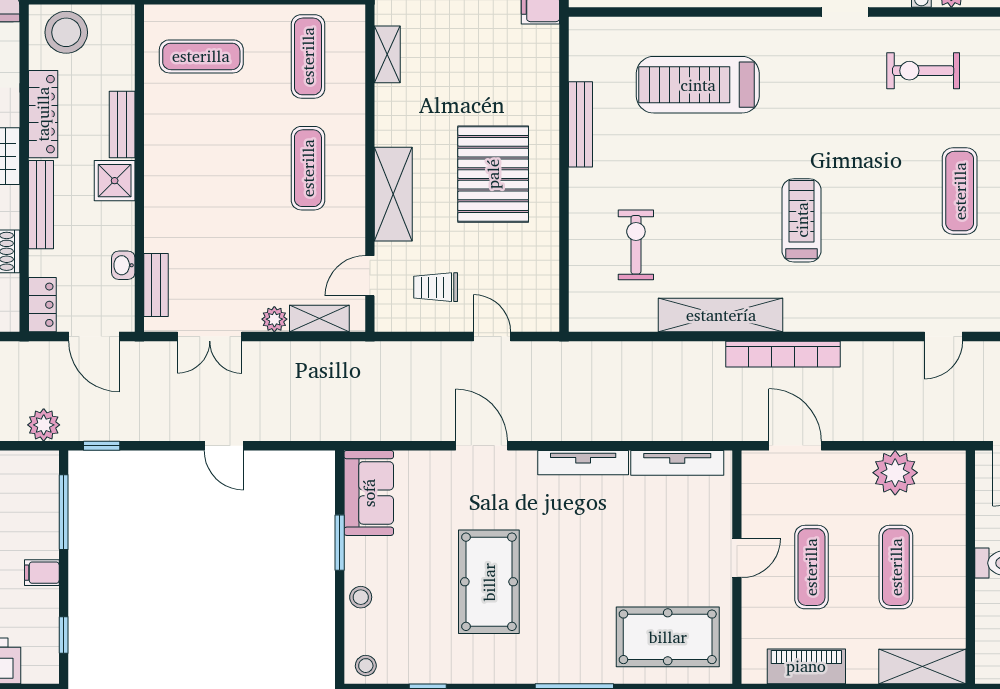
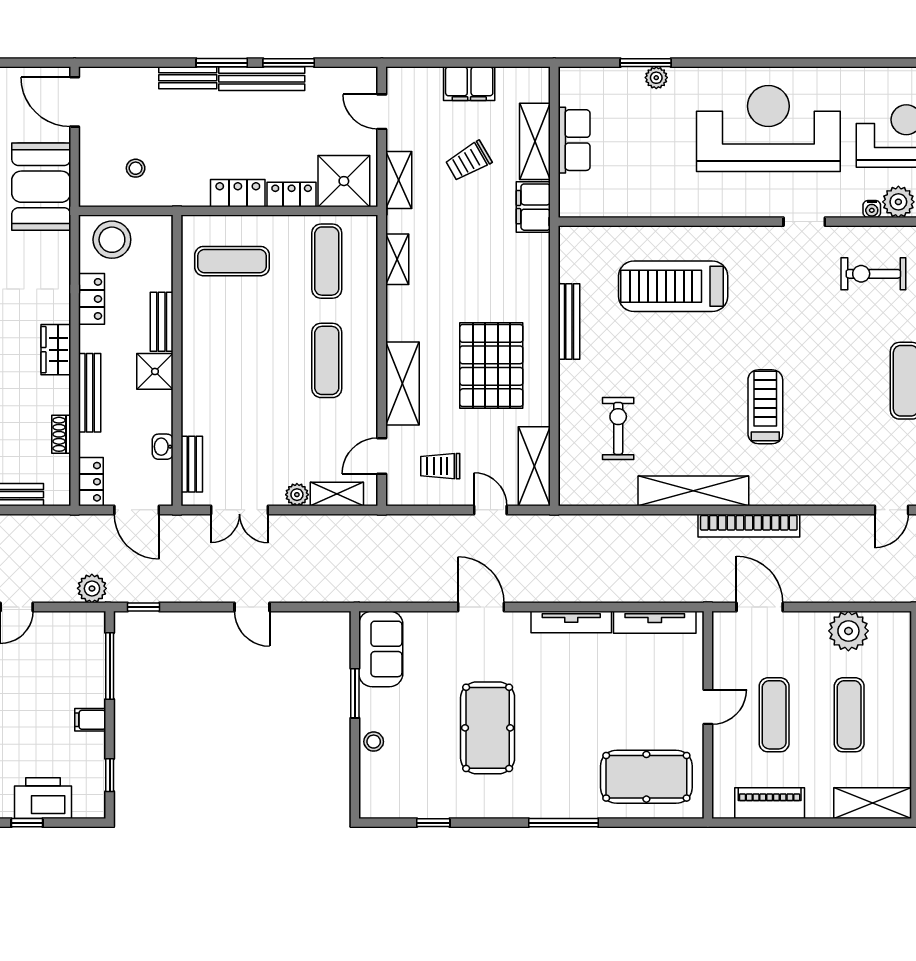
locker: (43, 114) -> (92, 299), width x0.66
shelving: (542, 287) -> (534, 466), added
stool: (366, 666) -> (378, 802), removed

